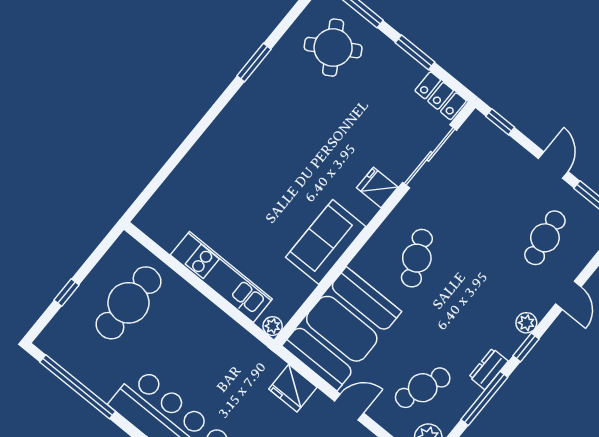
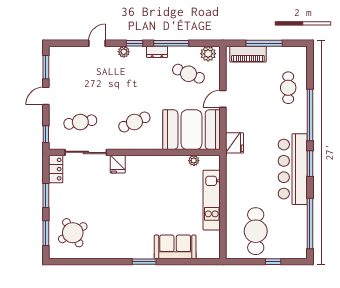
window: (254, 63) -> (144, 262), moved
cafe table: (545, 238) -> (80, 122), moved
sofa: (326, 242) -> (175, 247), moved, turned 180
cafe table: (128, 303) -> (256, 231), turned 90
plant: (273, 326) -> (194, 161), moved
fridge: (293, 388) -> (235, 143), moved
door: (349, 407) -> (223, 99), hinge flipped

